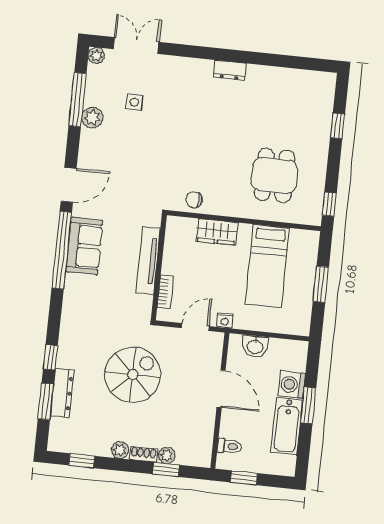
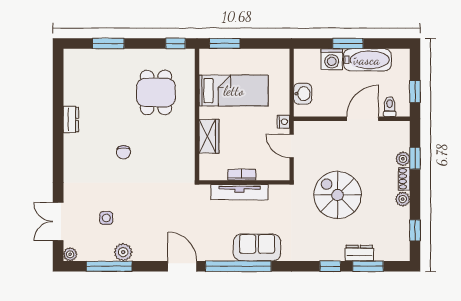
dresser: (230, 70) -> (71, 120), moved
window: (338, 126) -> (108, 43), width x1.50
dining table: (275, 175) -> (156, 92), turned 90
chair: (194, 200) -> (123, 152), moved
sofa: (84, 246) -> (257, 247), moved
window: (321, 284) -> (225, 43), moved
bookcase: (165, 292) -> (242, 175), moved
door: (221, 389) -> (363, 119), moved
dresser: (62, 393) -> (359, 253), width x0.70

